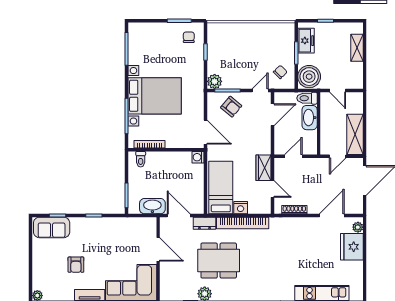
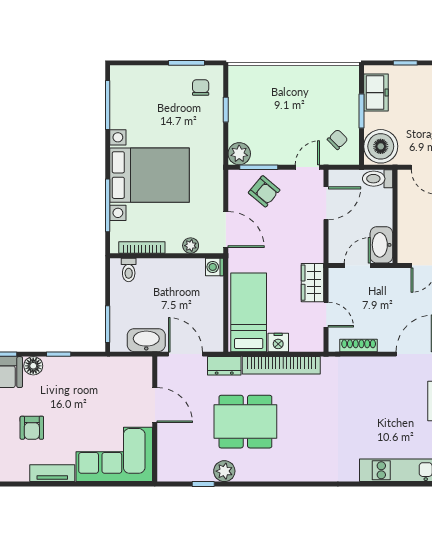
washbasin: (310, 118) -> (381, 245), moved
plant: (182, 143) -> (191, 246), added
floor lamp: (77, 223) -> (33, 366), added

